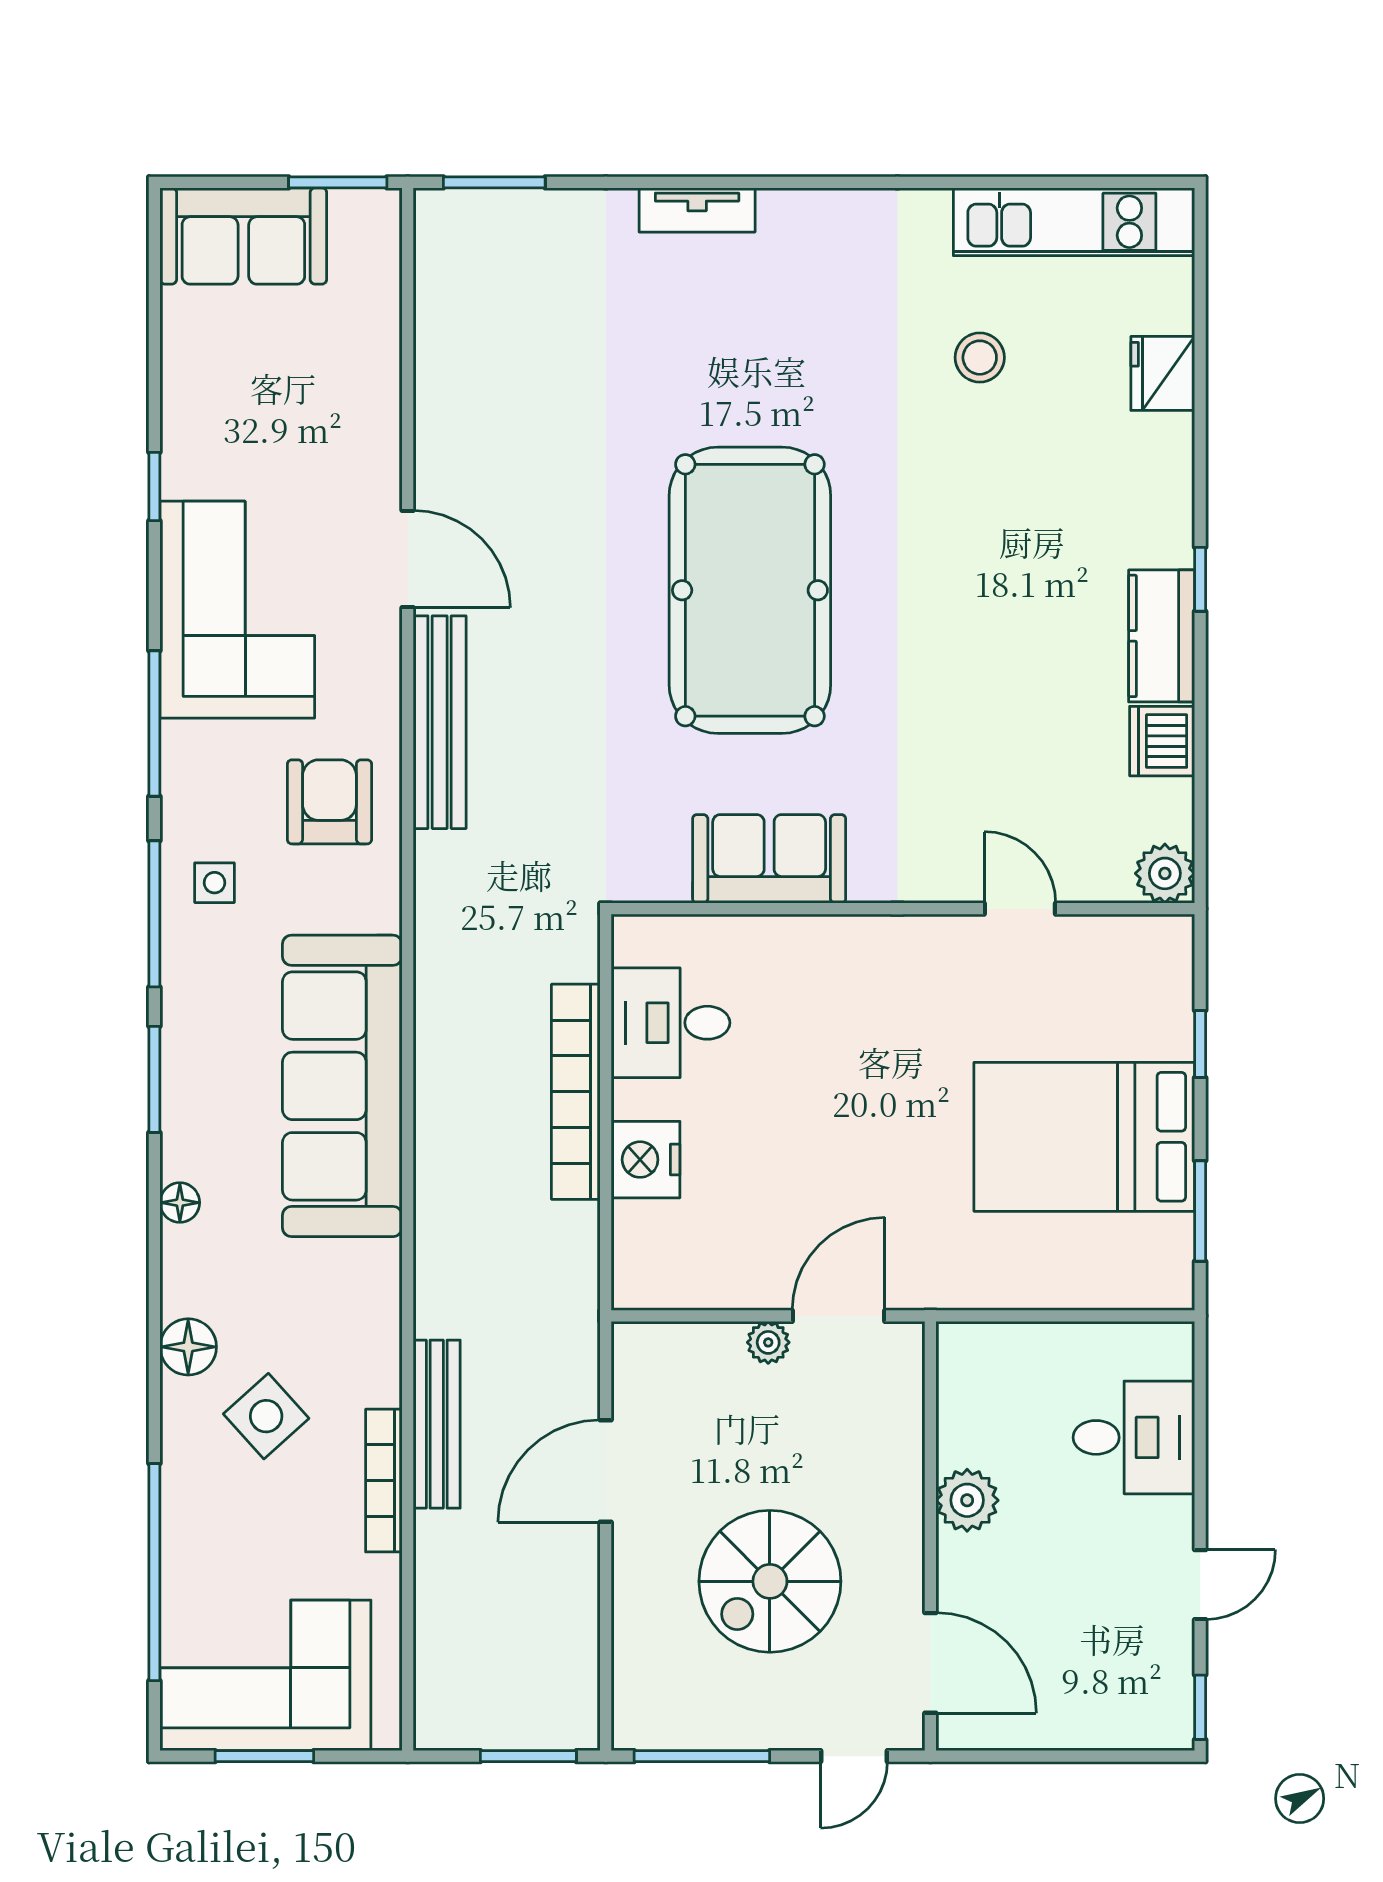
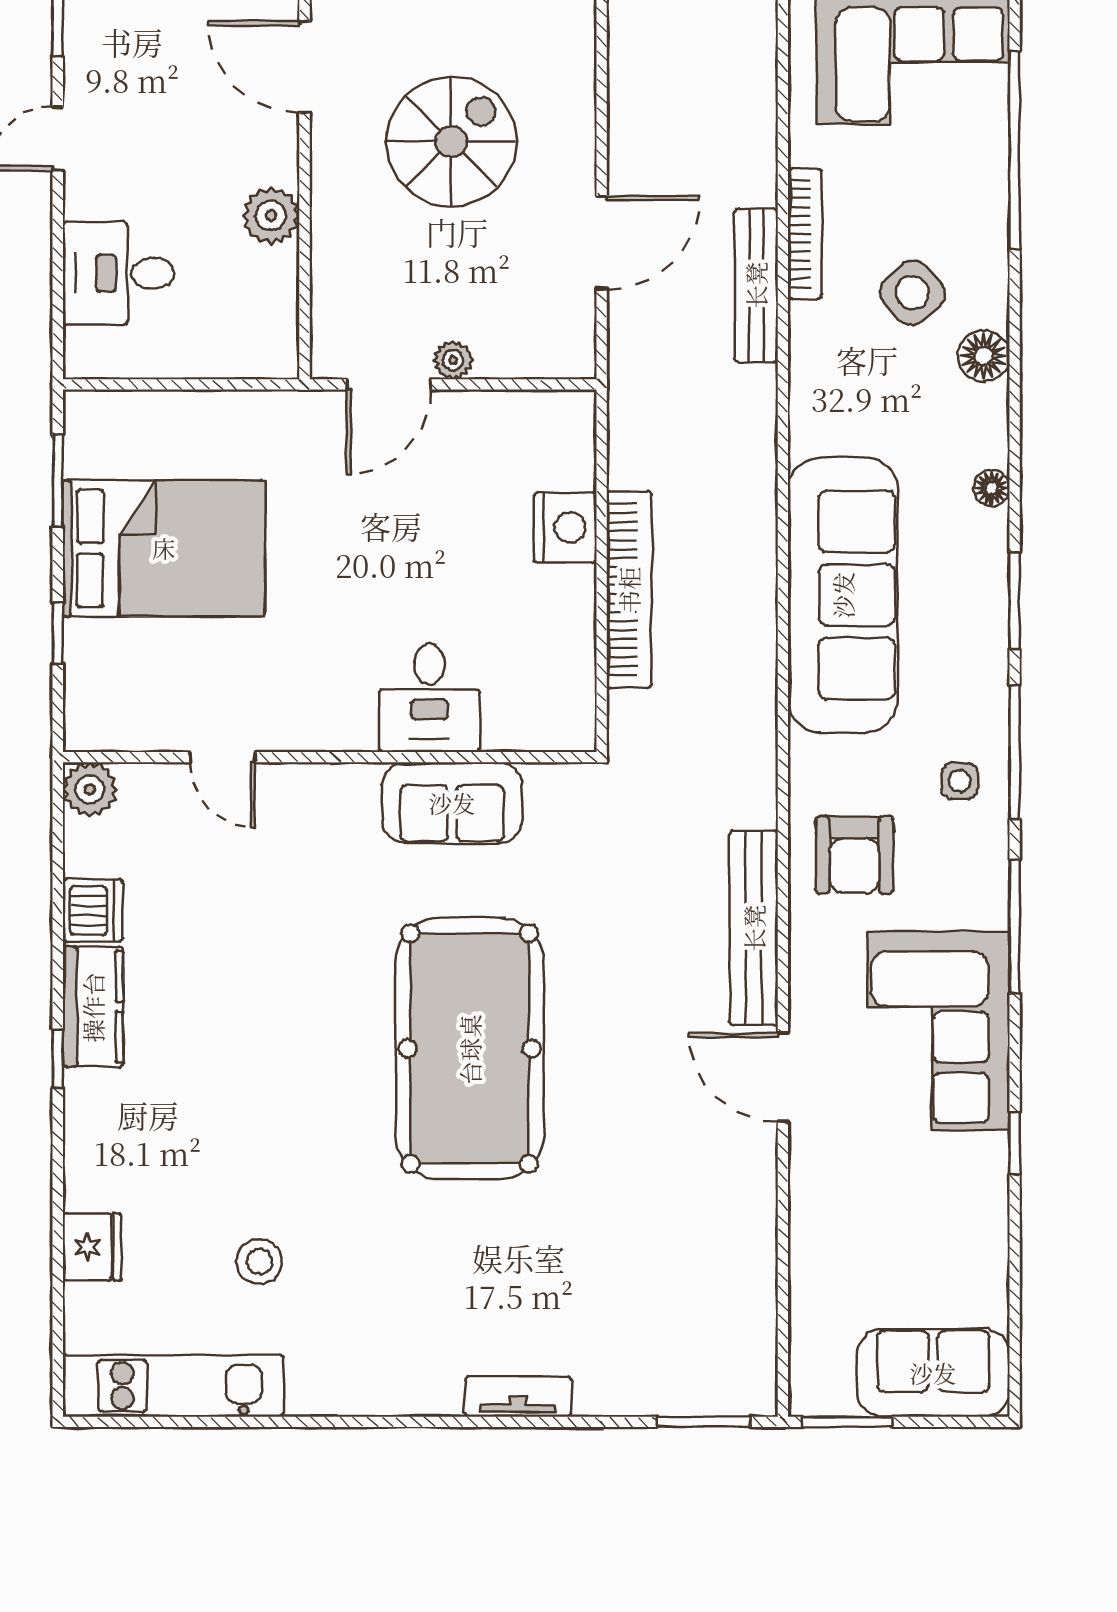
desk: (671, 1023) -> (429, 698), moved, turned 90

